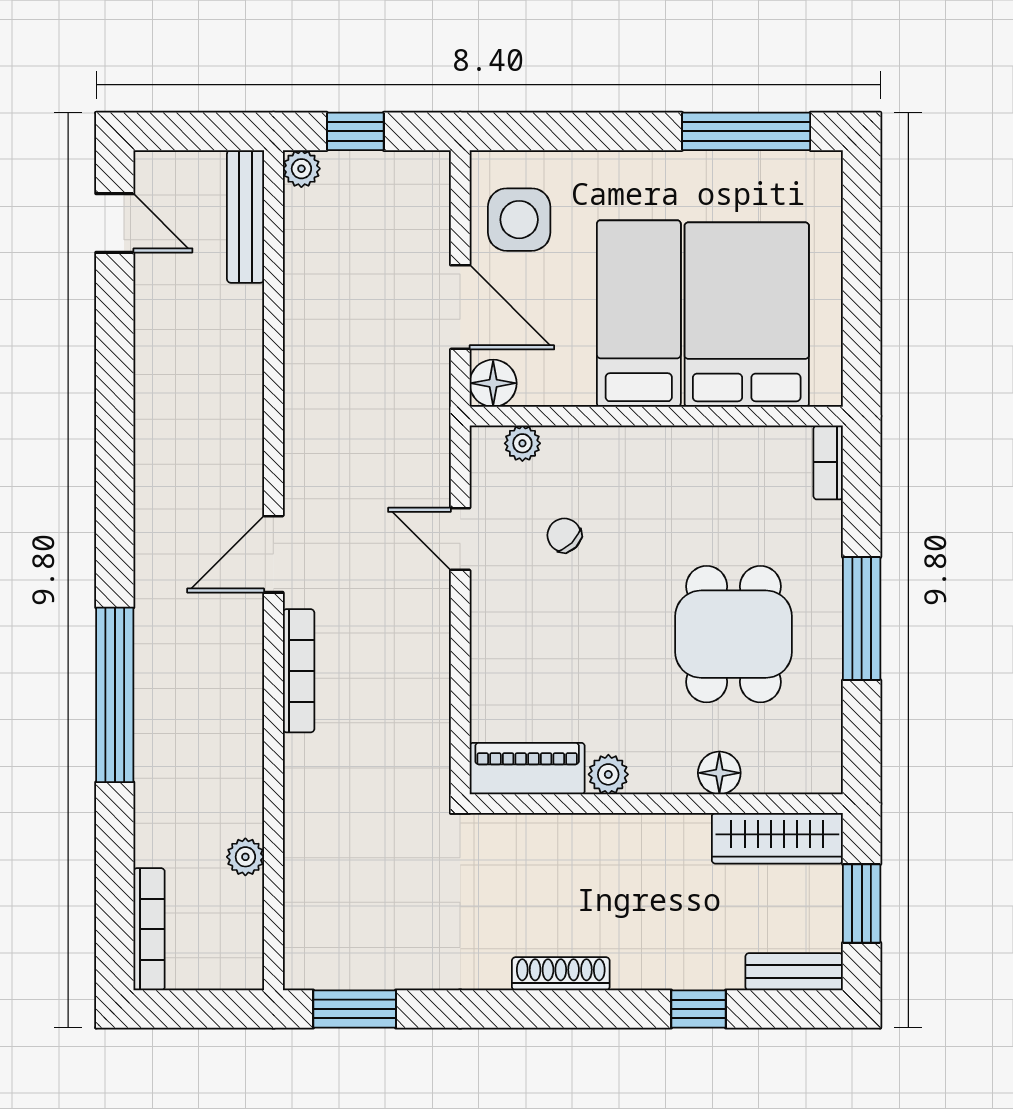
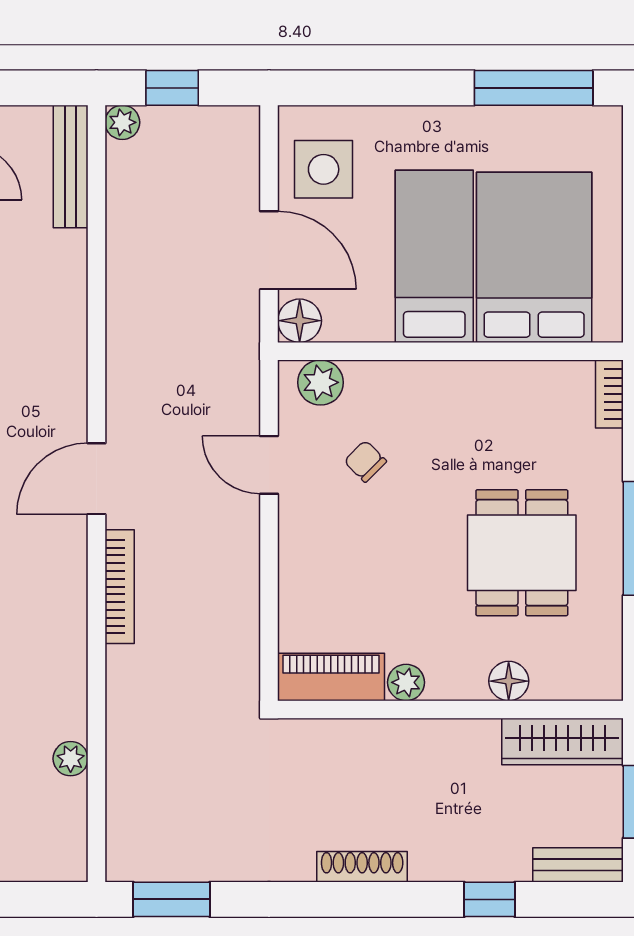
plant: (522, 443) -> (320, 382), width x1.38, depth x1.38

